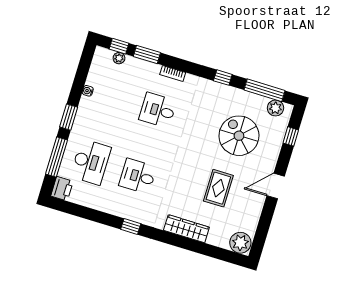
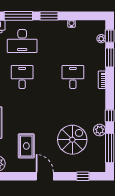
plant: (275, 108) -> (100, 130), moved
rug: (218, 188) -> (26, 146), moved, turned 90

